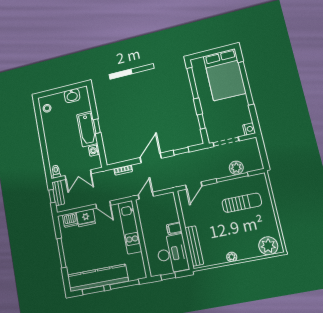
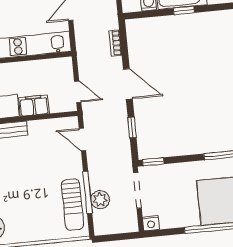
window: (201, 122) -> (153, 162), moved
door: (146, 196) -> (78, 92), moved
sun lounger: (242, 203) -> (73, 205), moved
filing cabinet: (174, 228) -> (34, 106), width x2.00

